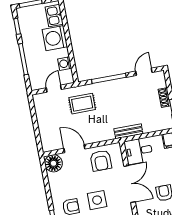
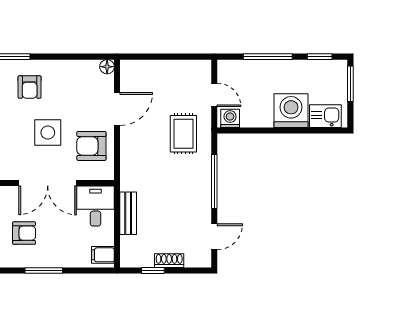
washing machine: (65, 64) -> (230, 118), moved
door: (144, 72) -> (214, 237), hinge flipped
bench: (128, 131) -> (128, 213), moved
floor lamp: (53, 163) -> (107, 67), width x0.53, depth x0.53
side table: (97, 200) -> (48, 133), moved

